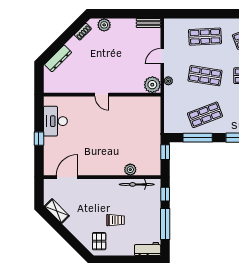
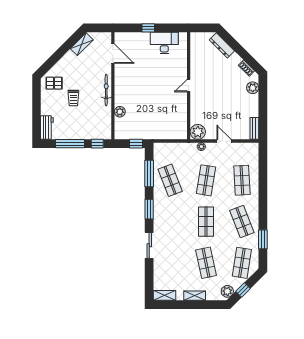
bicycle: (137, 184) -> (106, 90), moved

